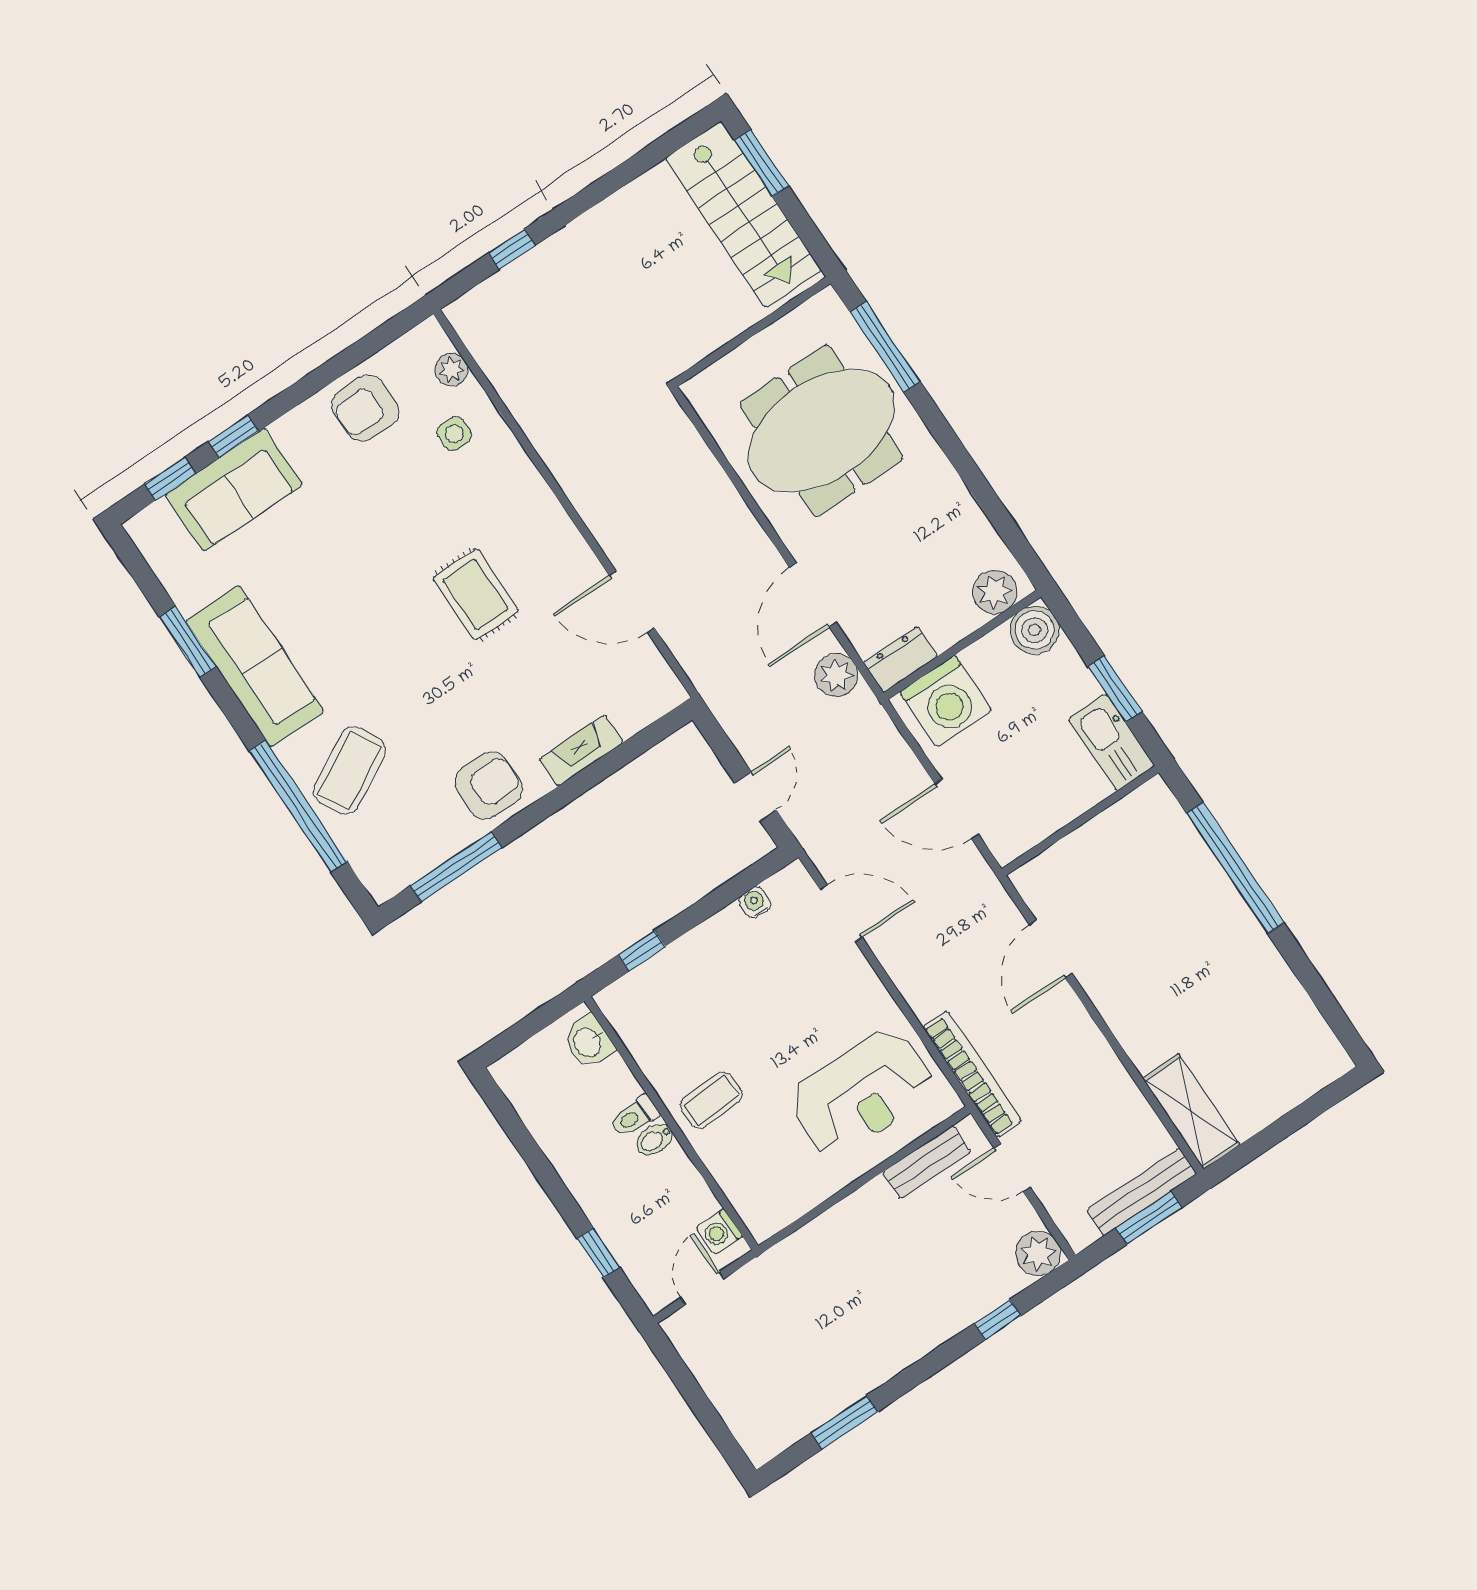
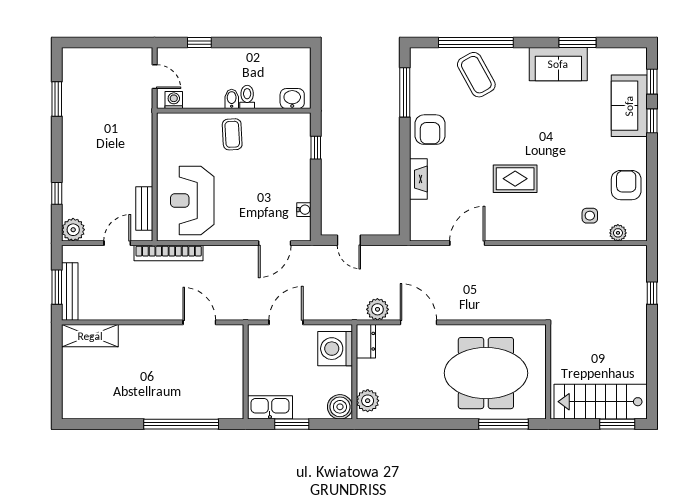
meeting table: (822, 431) -> (486, 373), turned 90
sofa: (255, 666) -> (558, 64), width x0.73

